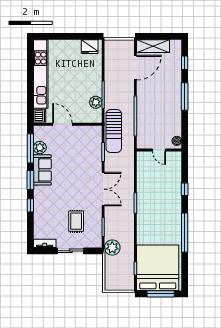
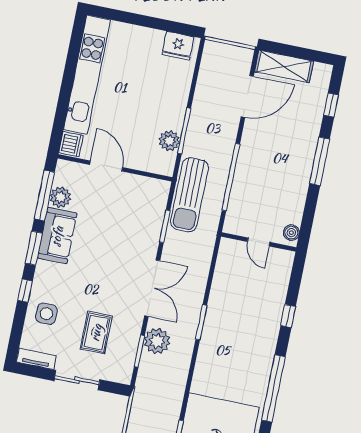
side table: (45, 216) -> (46, 314), added
plant: (112, 248) -> (157, 341), moved

